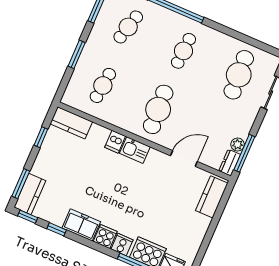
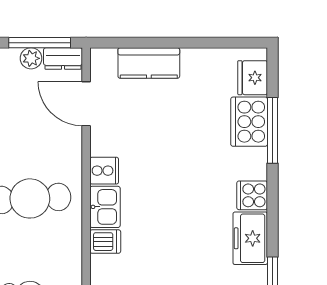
door: (184, 159) -> (86, 104), moved
kitchen counter: (212, 197) -> (149, 63), moved
cooker: (122, 245) -> (104, 171), moved, turned 180

